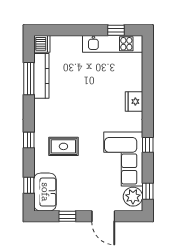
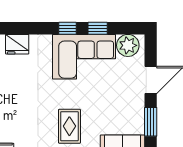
window: (148, 191) -> (98, 28), moved
window: (67, 216) -> (151, 122), width x1.50

